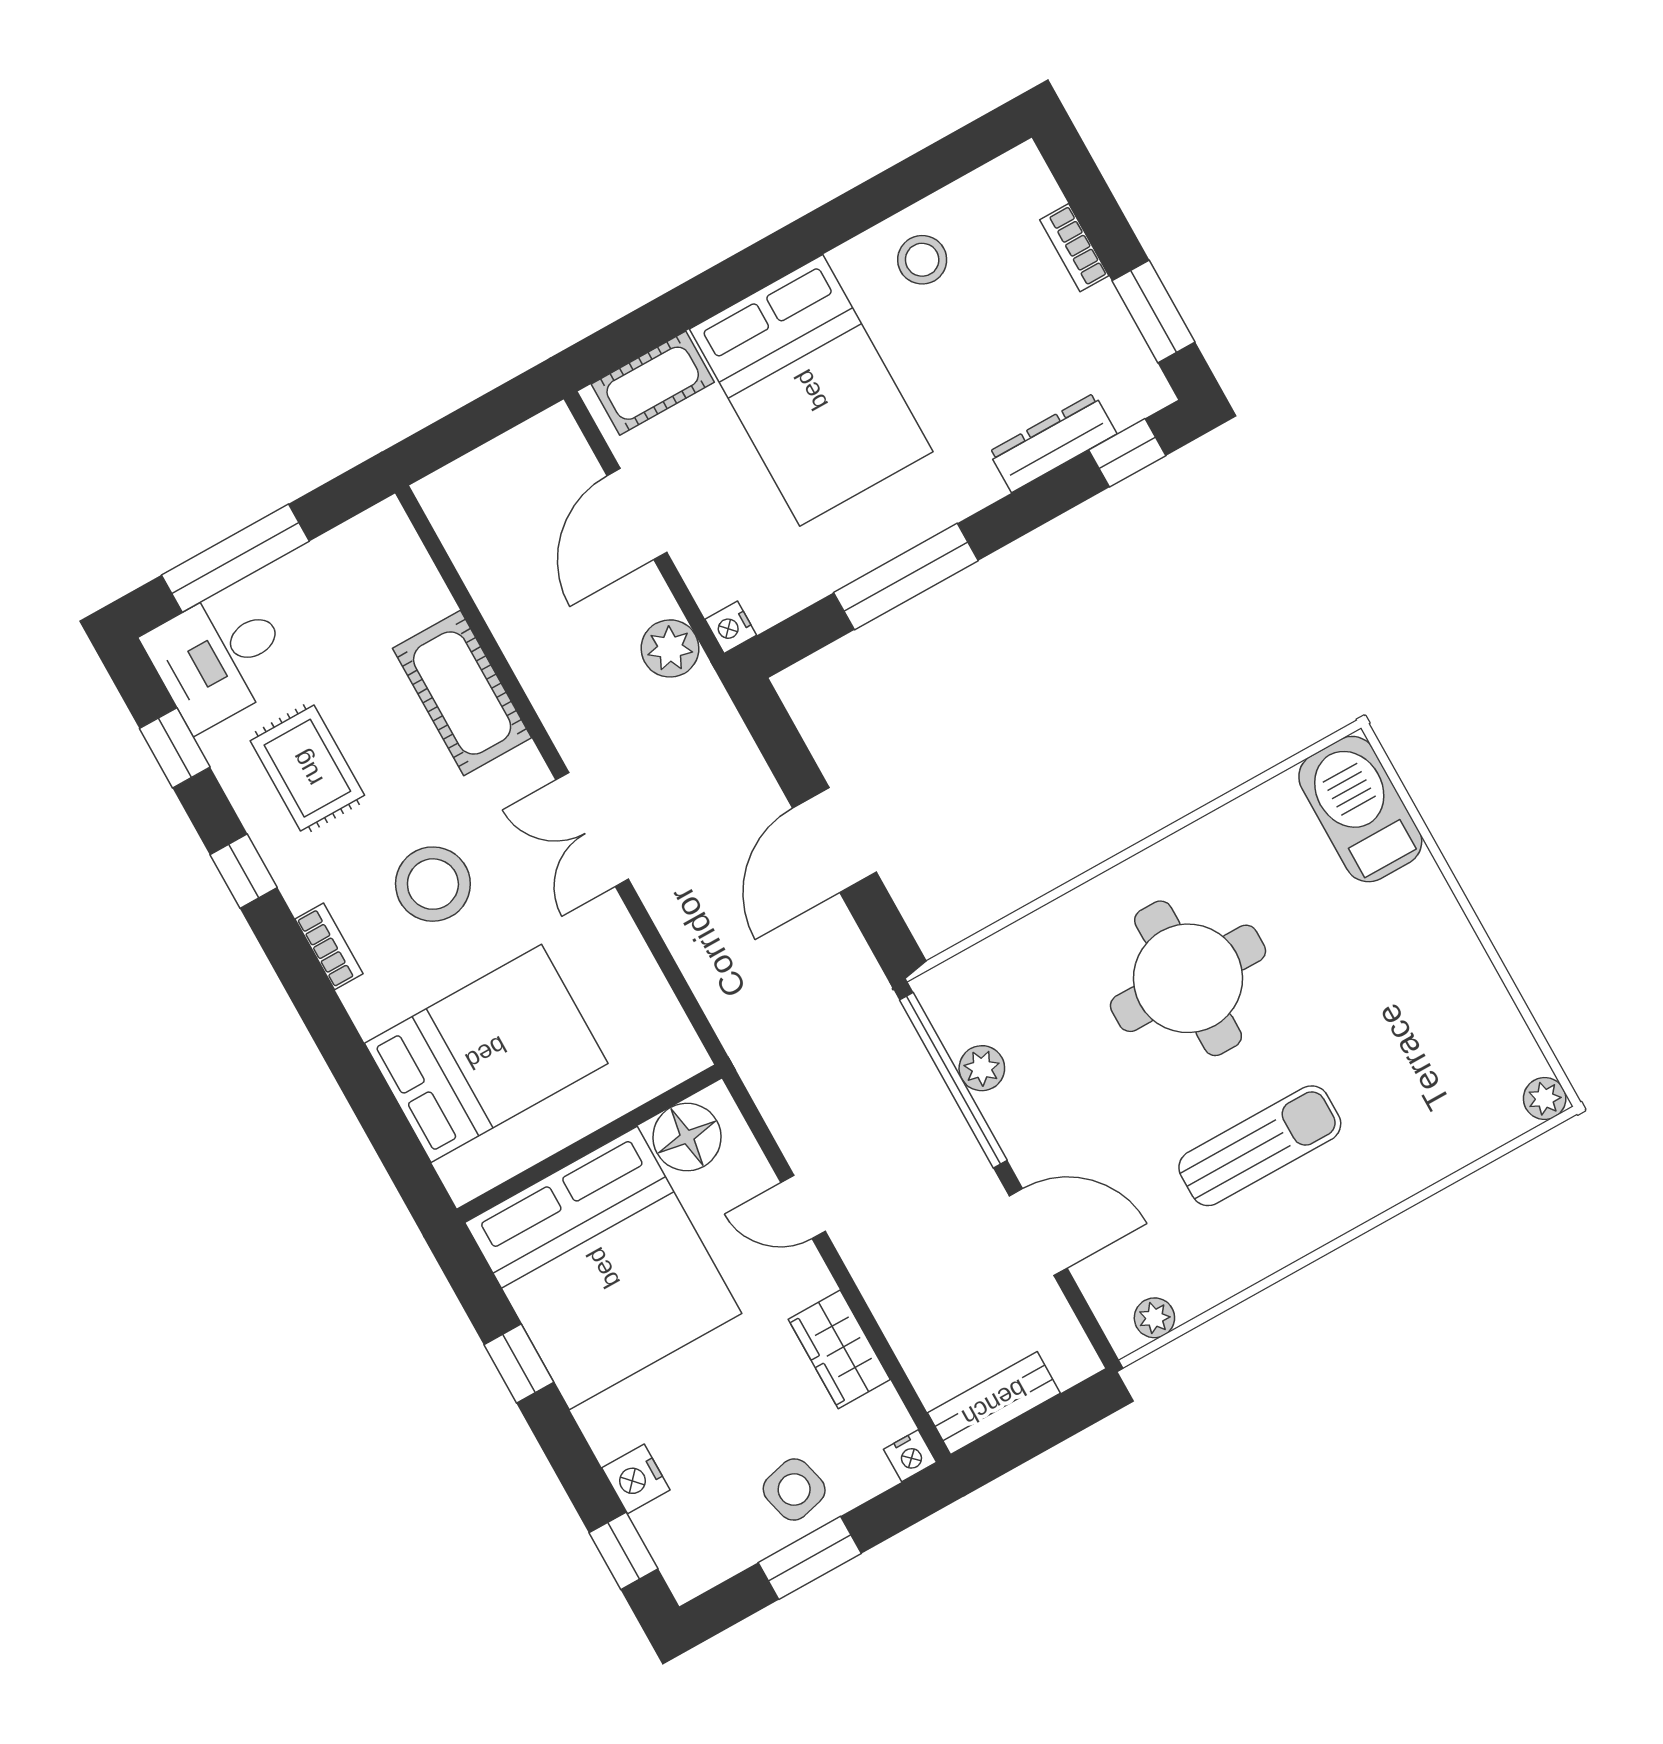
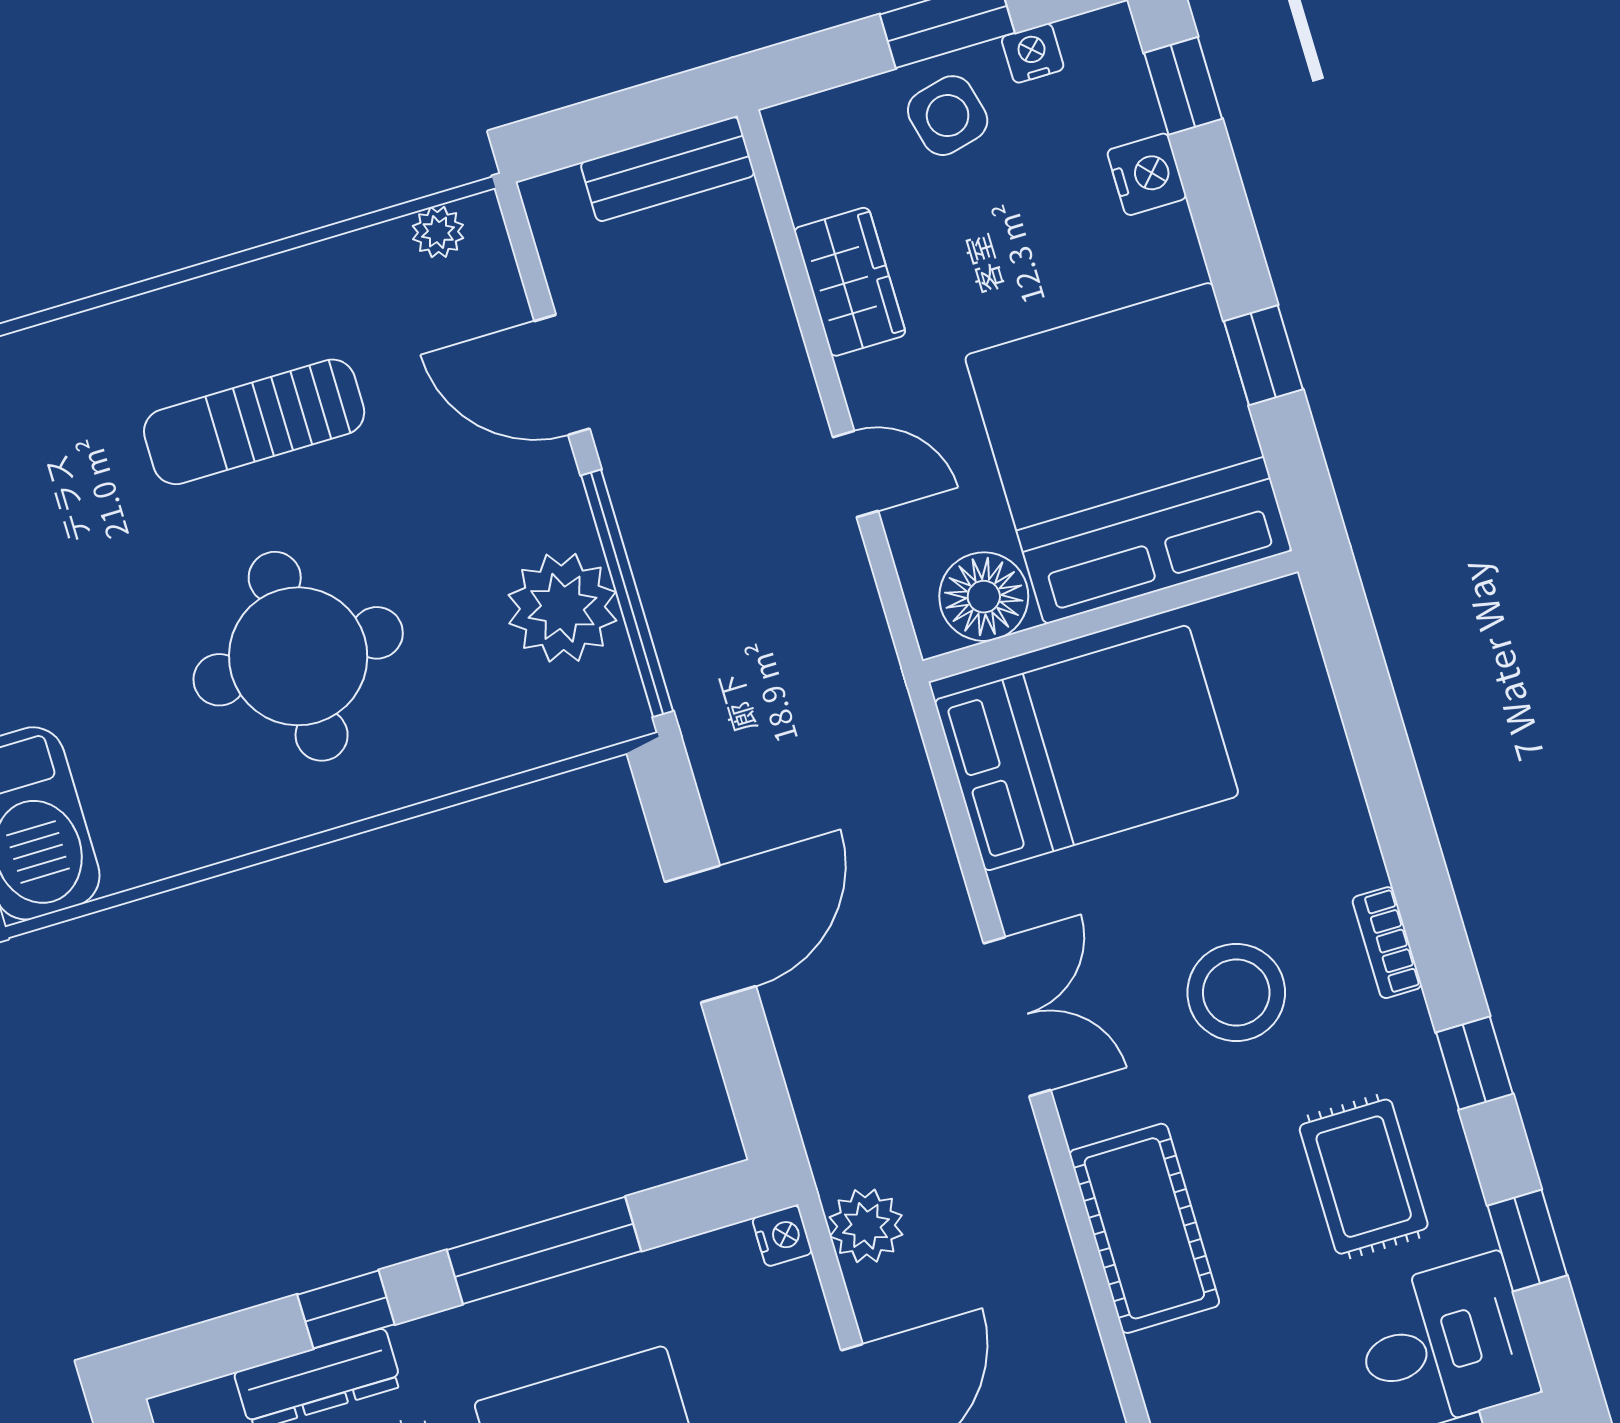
window: (1127, 453) -> (346, 1309), moved
bed: (486, 1053) -> (1087, 748), moved, turned 180
plant: (982, 1068) -> (562, 608), width x1.87, depth x1.87
nightstand: (910, 1456) -> (1033, 53), moved

